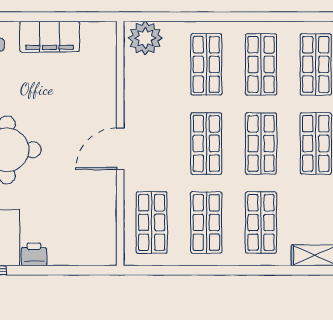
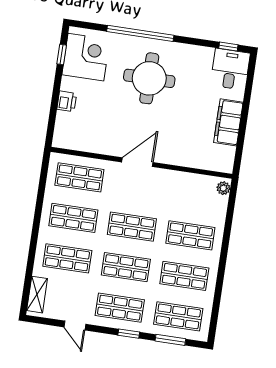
plant: (145, 38) -> (223, 188), width x0.53, depth x0.53
door: (120, 149) -> (137, 162), hinge flipped
printer: (34, 254) -> (67, 101), moved

